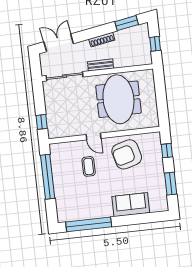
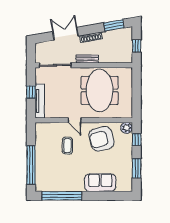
double door: (59, 43) -> (65, 34), moved
tv unit: (51, 119) -> (40, 101), added
window: (42, 122) -> (31, 92), moved
plant: (154, 139) -> (126, 128), added
window: (48, 177) -> (31, 165), moved

